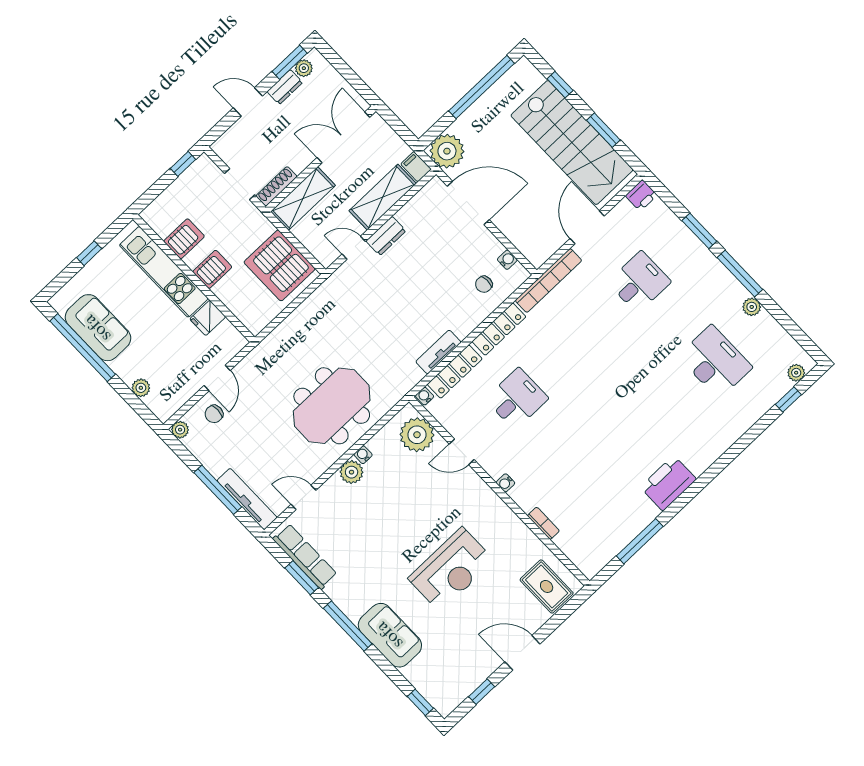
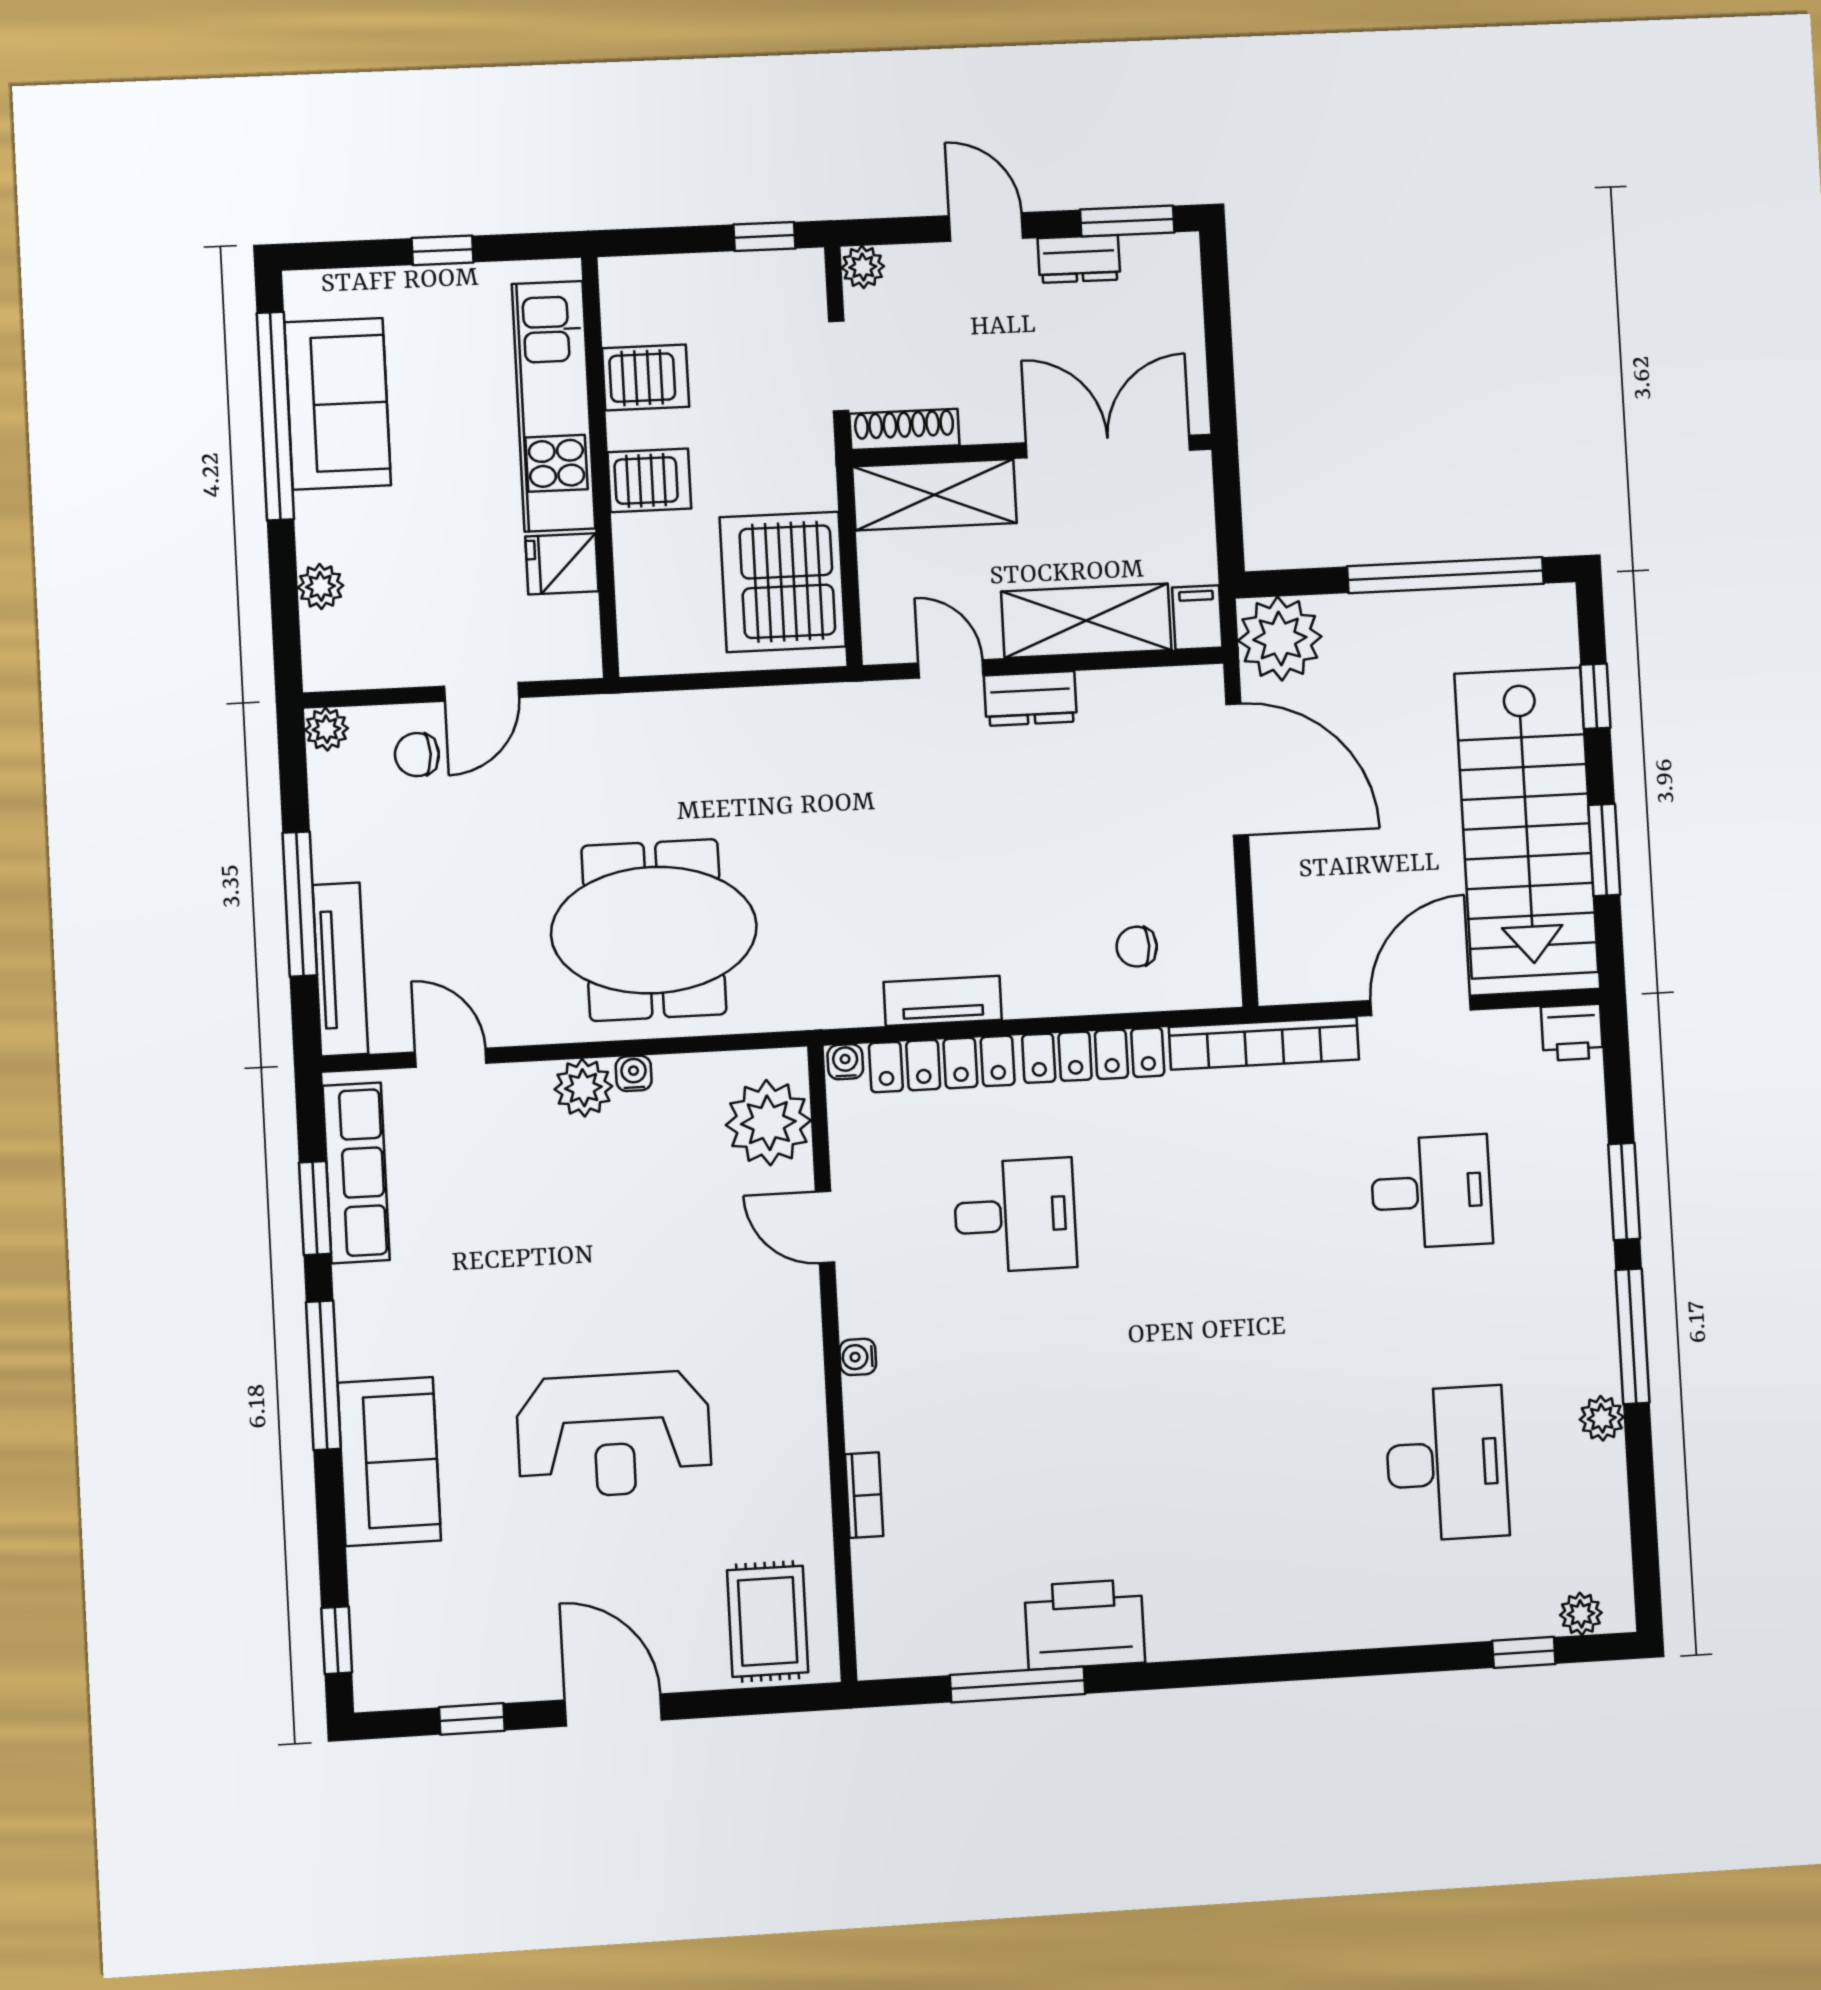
plant: (304, 68) -> (863, 267), moved
water cooler: (507, 260) -> (1220, 938), removed
printer: (668, 483) -> (1085, 1624), moved

